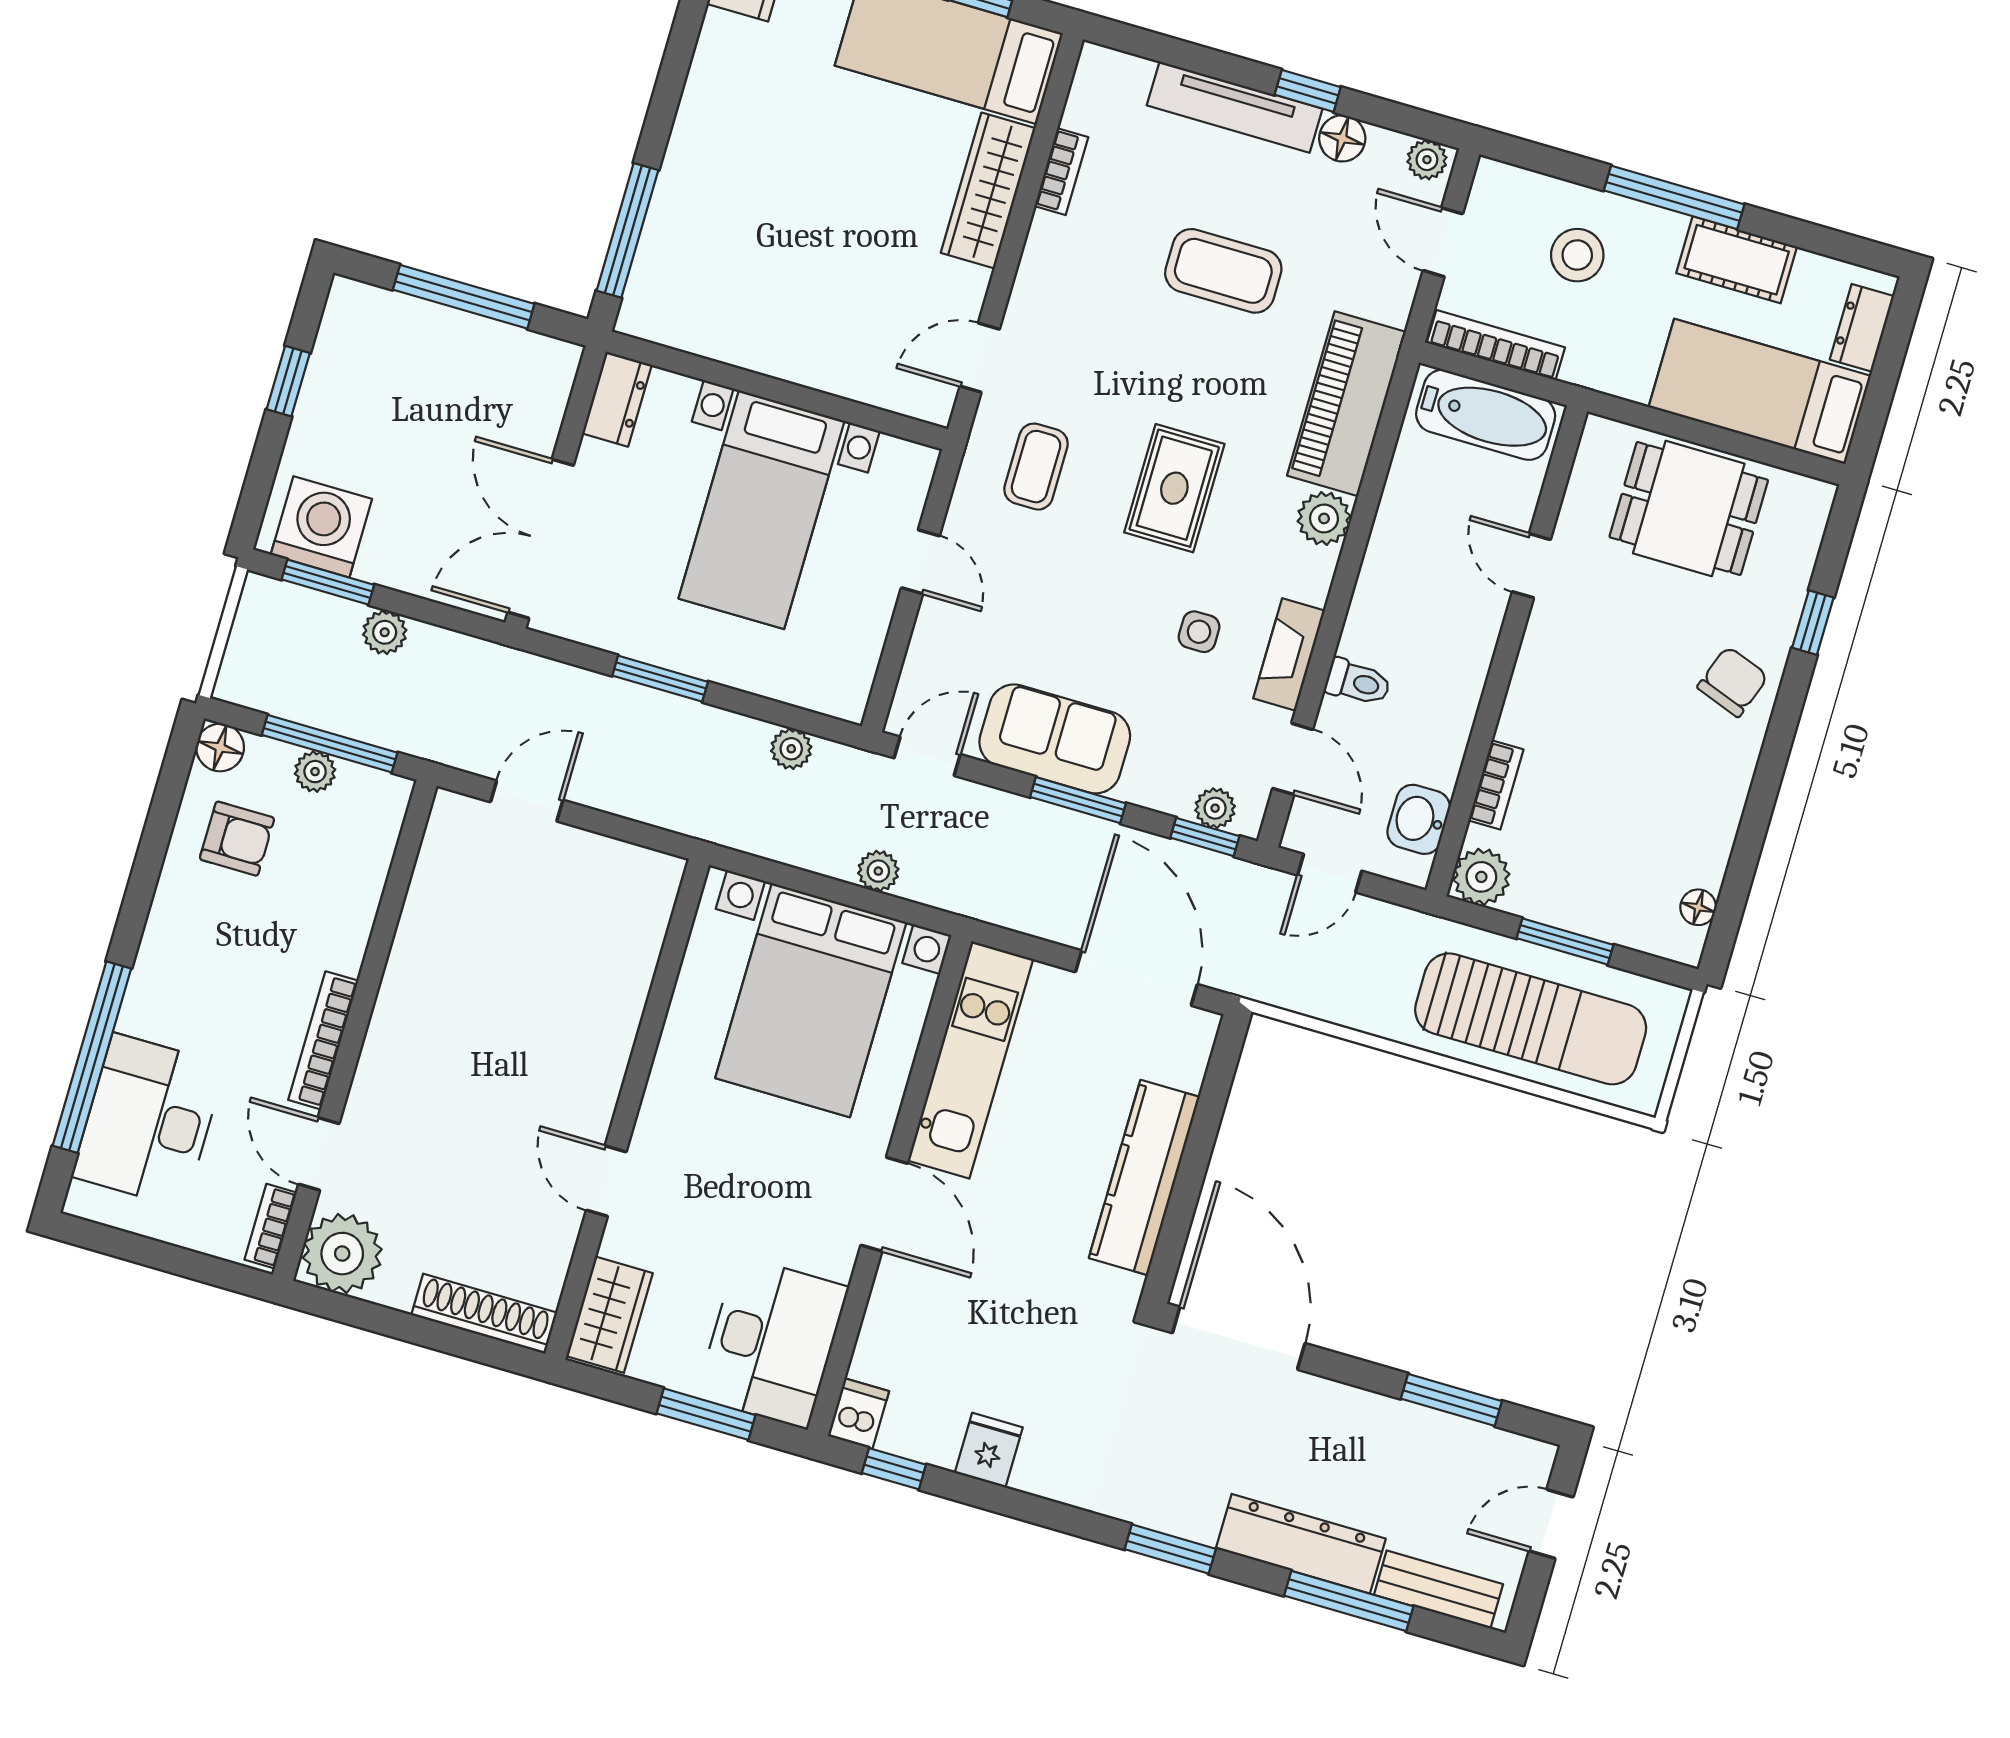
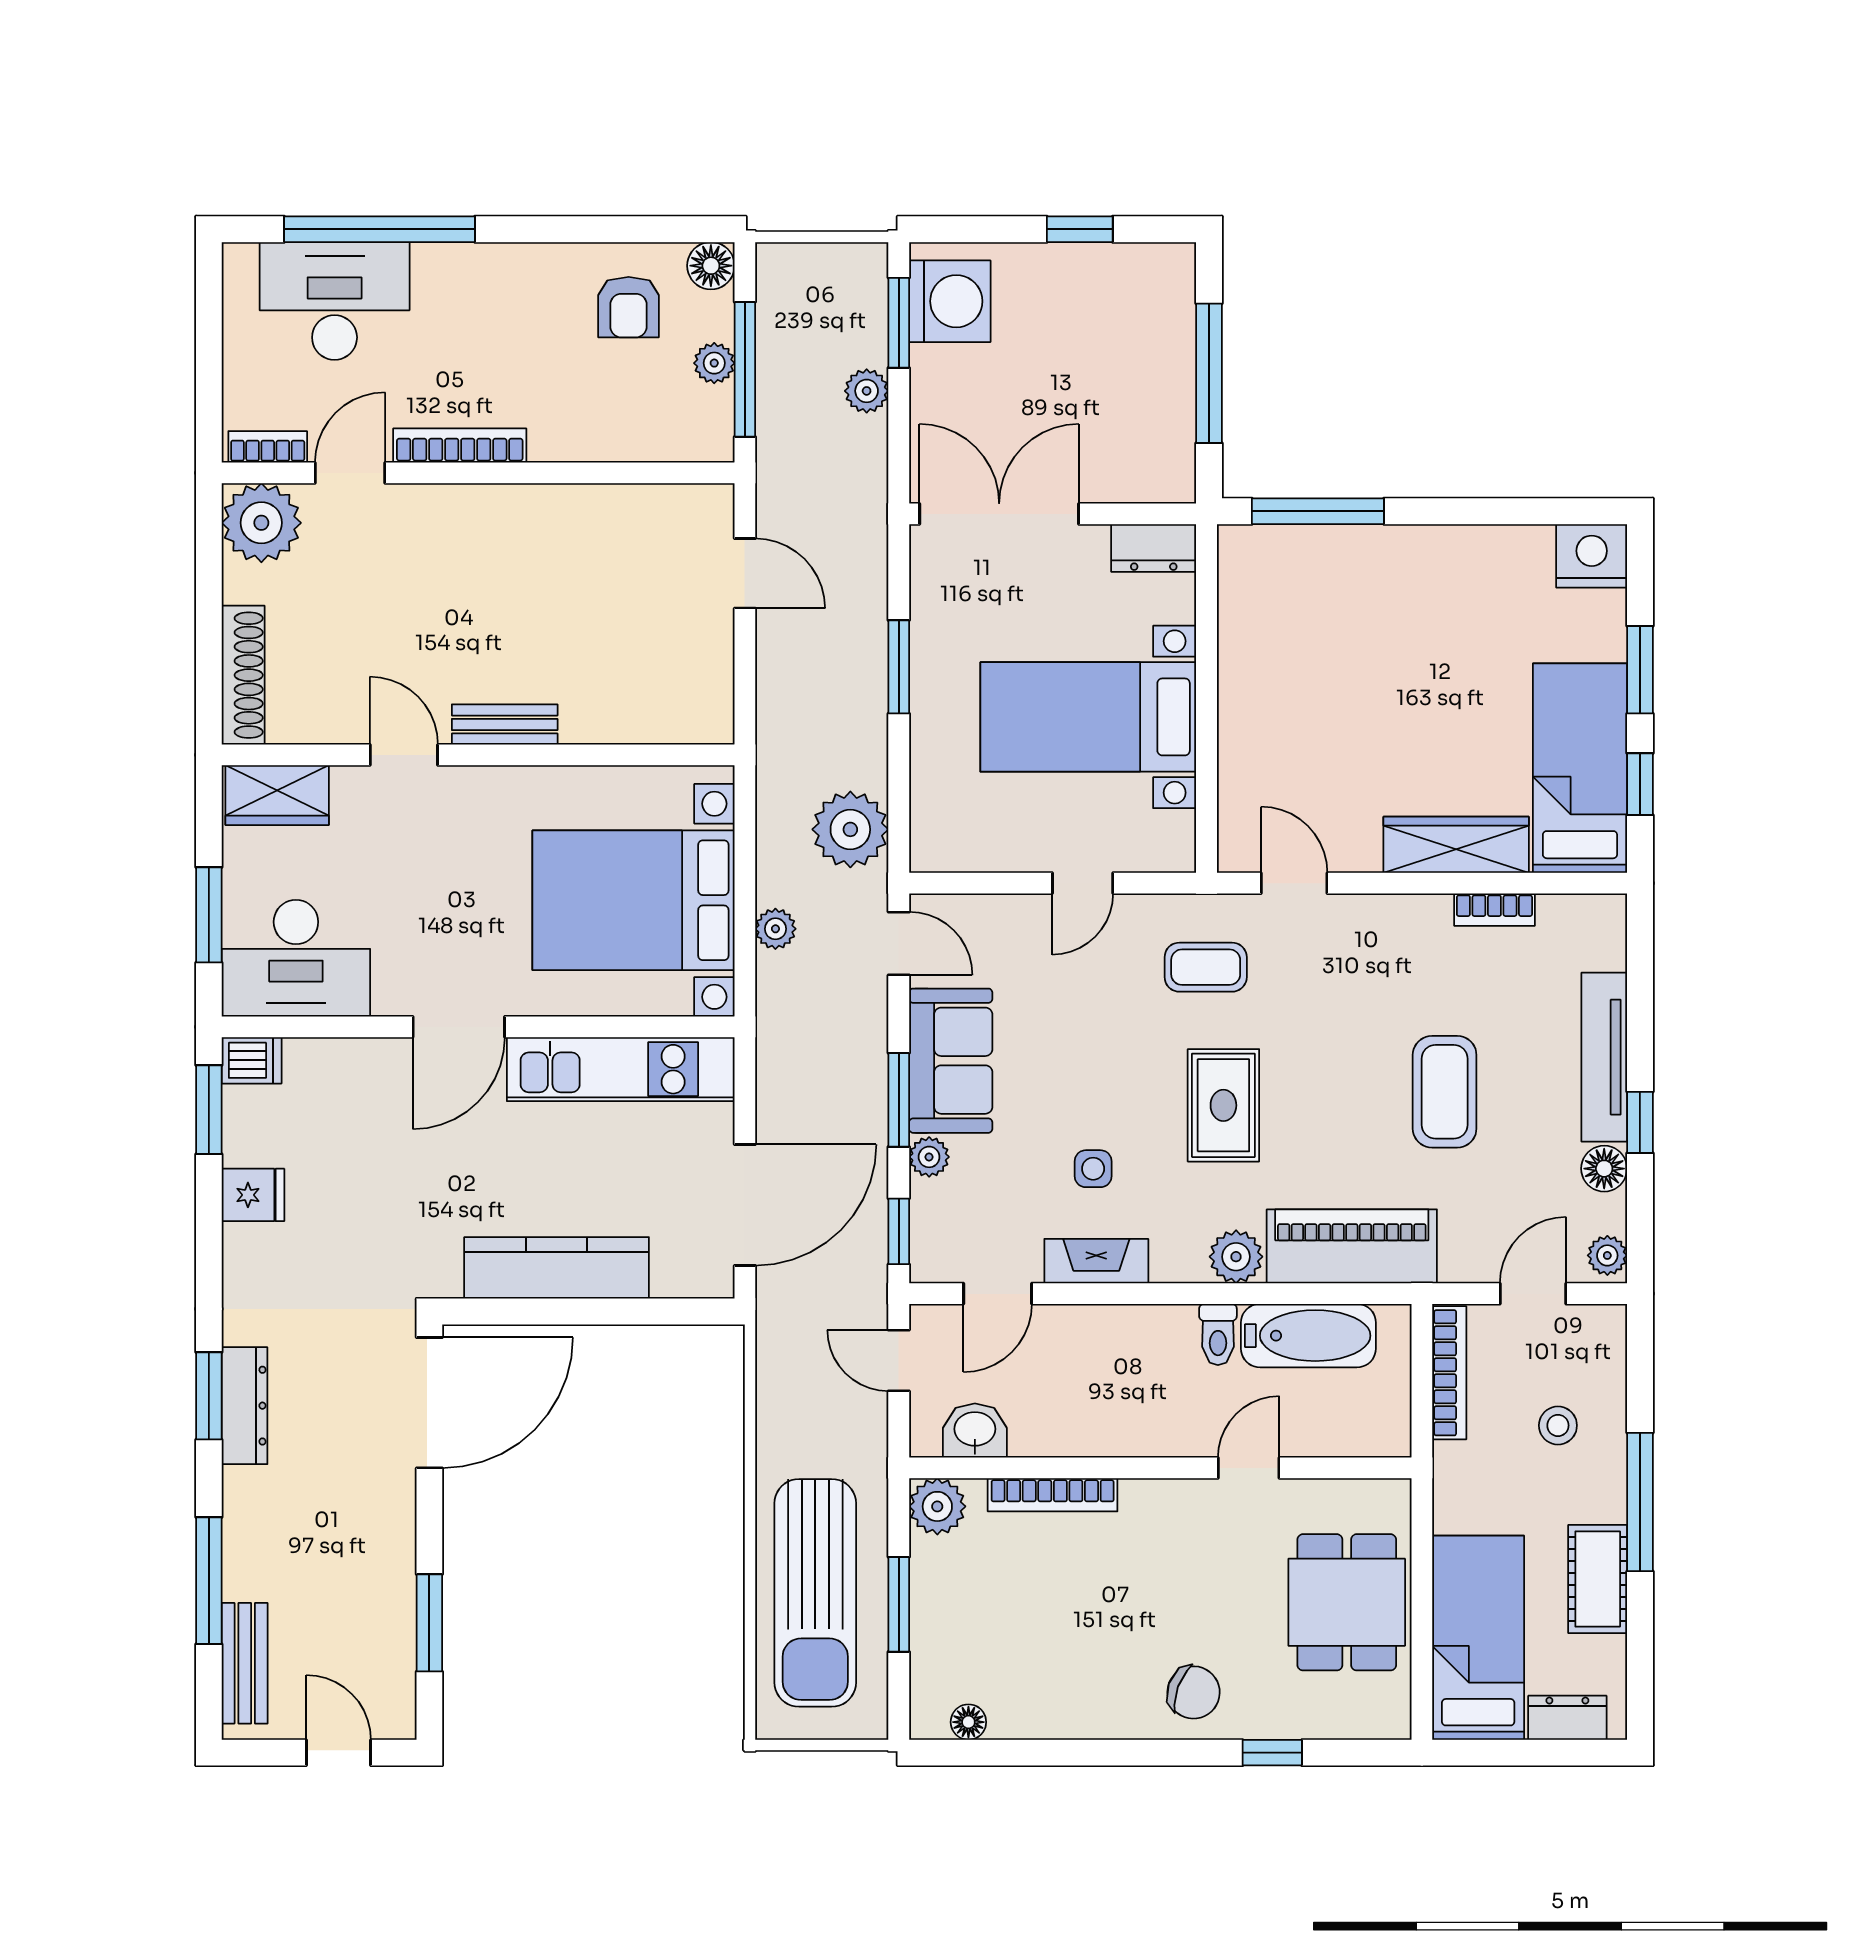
stool: (1577, 255) -> (1558, 1425), width x0.73, depth x0.73
bathtub: (1486, 415) -> (1308, 1336), moved, turned -90
rug: (1174, 488) -> (1223, 1105), turned 90
toilet: (1358, 682) -> (1218, 1334), moved
plant: (791, 749) -> (850, 829), width x1.87, depth x1.87
bookcase: (1496, 785) -> (1053, 1495), width x1.56
plant: (1215, 808) -> (929, 1157), moved
bench: (605, 1075) -> (505, 725), added
door: (606, 1181) -> (404, 755), hinge flipped
window: (894, 1469) -> (209, 1110), width x1.50
dresser: (1301, 1544) -> (245, 1406), moved, width x0.73, depth x0.80

